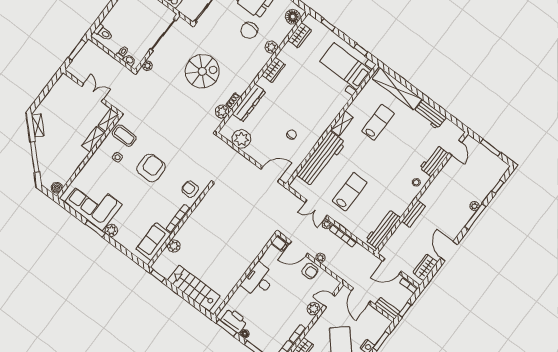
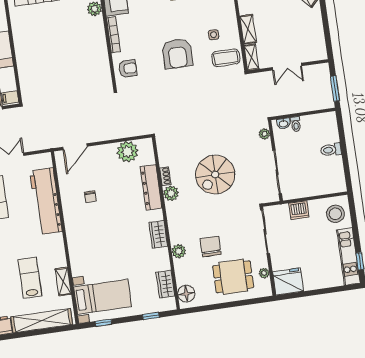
toilet: (104, 33) -> (331, 150), moved
plant: (222, 111) -> (171, 193), moved
lab bench: (378, 122) -> (30, 278), turned 180
shelving: (342, 123) -> (63, 282), moved

